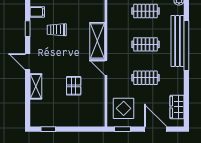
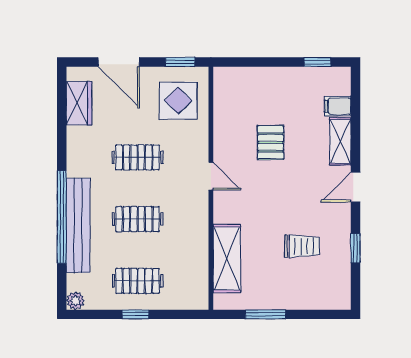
filing cabinet: (37, 12) -> (338, 106), moved
shelving: (97, 41) -> (227, 259), moved
door: (28, 62) -> (355, 187), swing flipped

